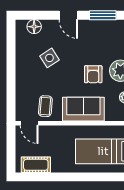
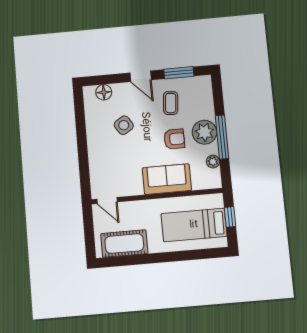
armchair: (93, 74) -> (174, 139), turned -90
coffee table: (45, 106) -> (171, 103), moved
cot: (36, 165) -> (124, 244), width x1.37, depth x1.34

